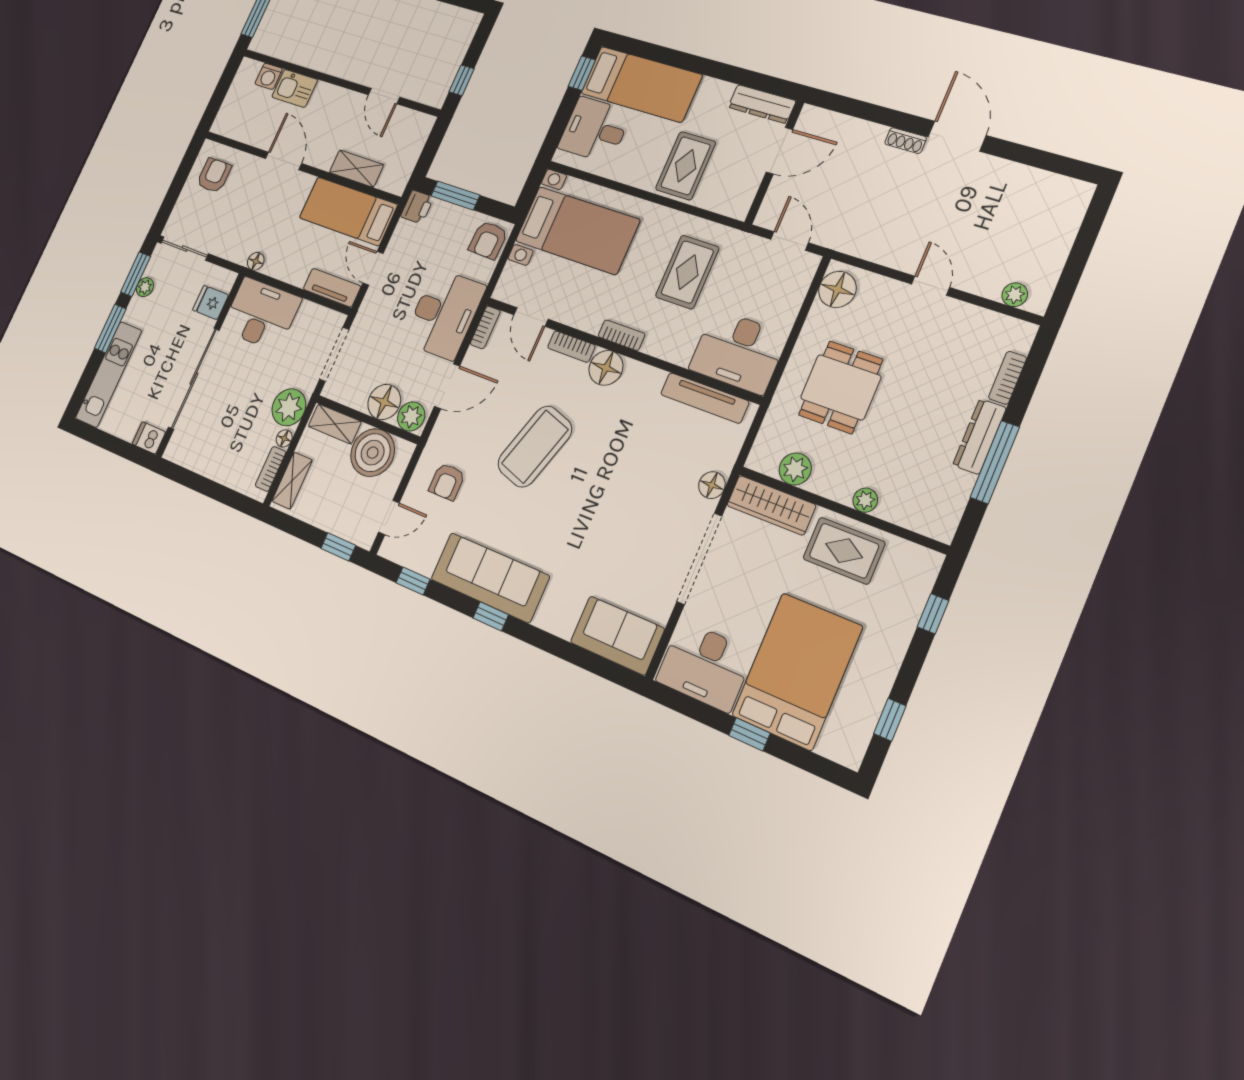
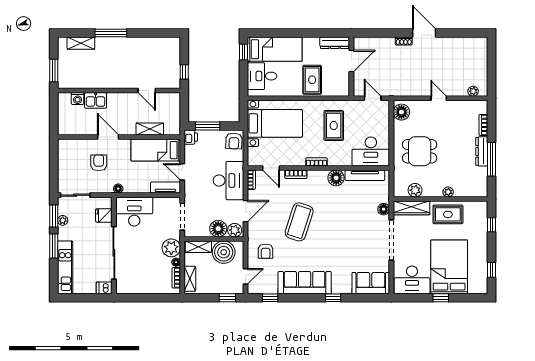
armchair: (214, 175) -> (99, 163), moved
floor lamp: (606, 368) -> (336, 178), moved
dining table: (841, 387) -> (420, 151), turned 90
window: (491, 616) -> (333, 298), moved

